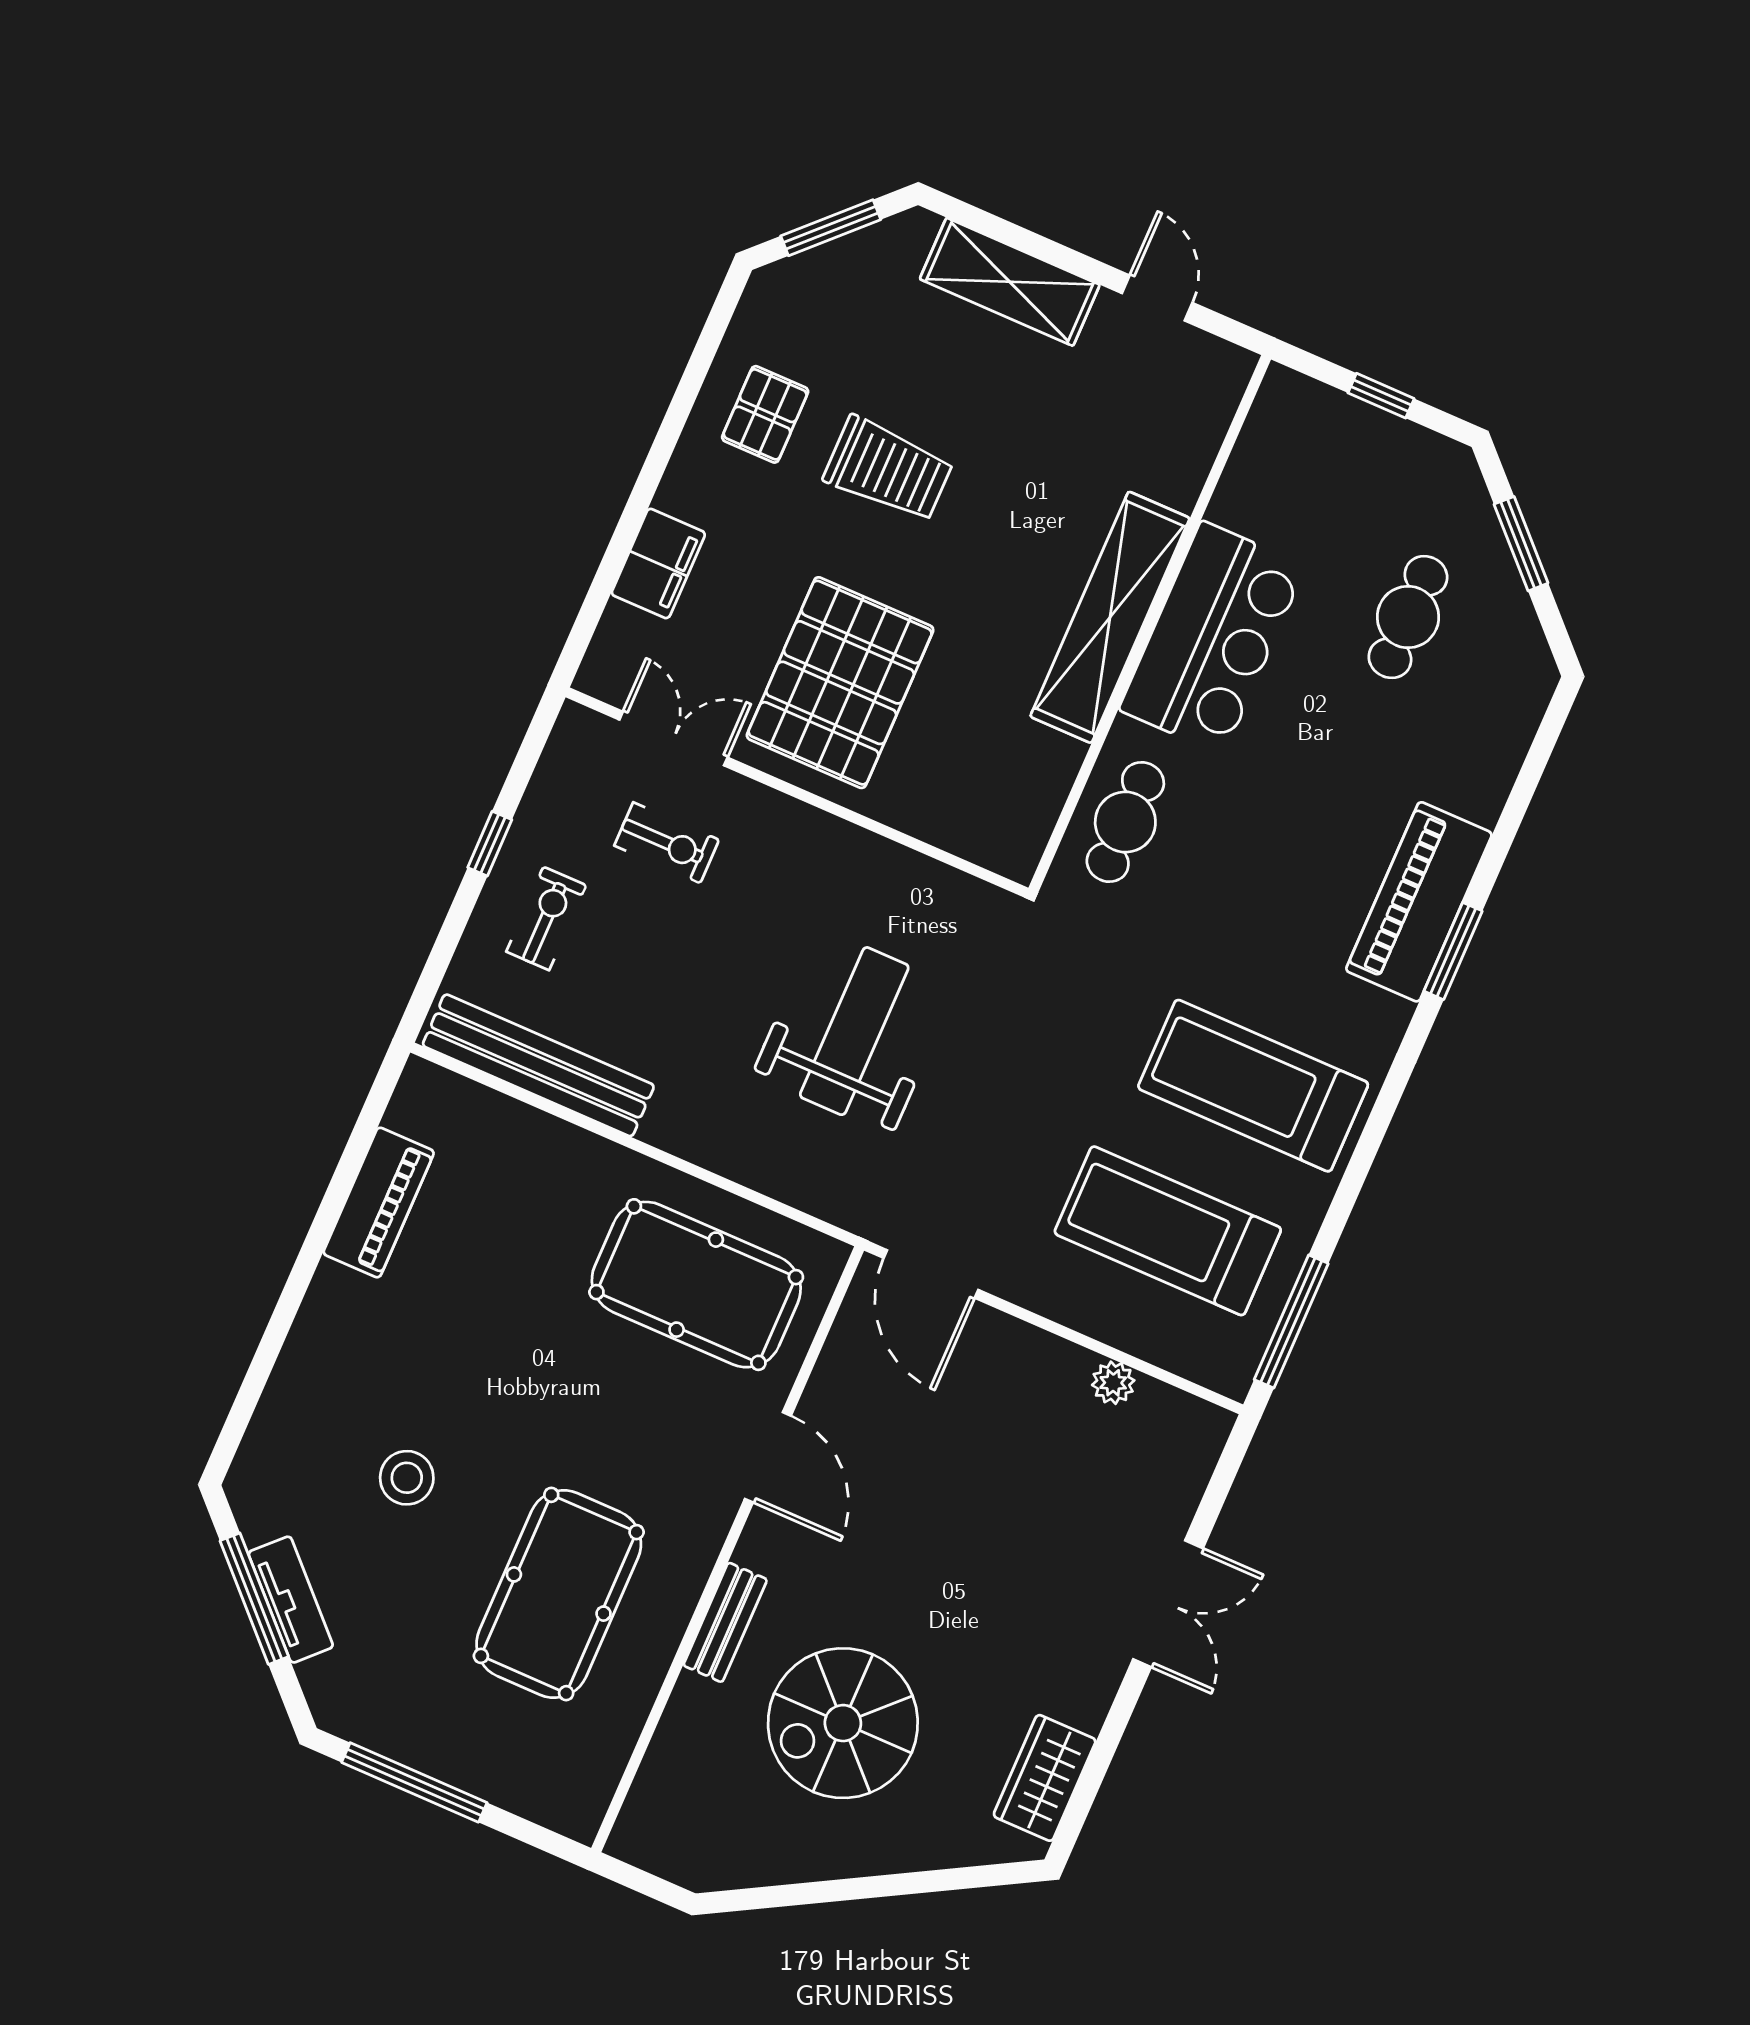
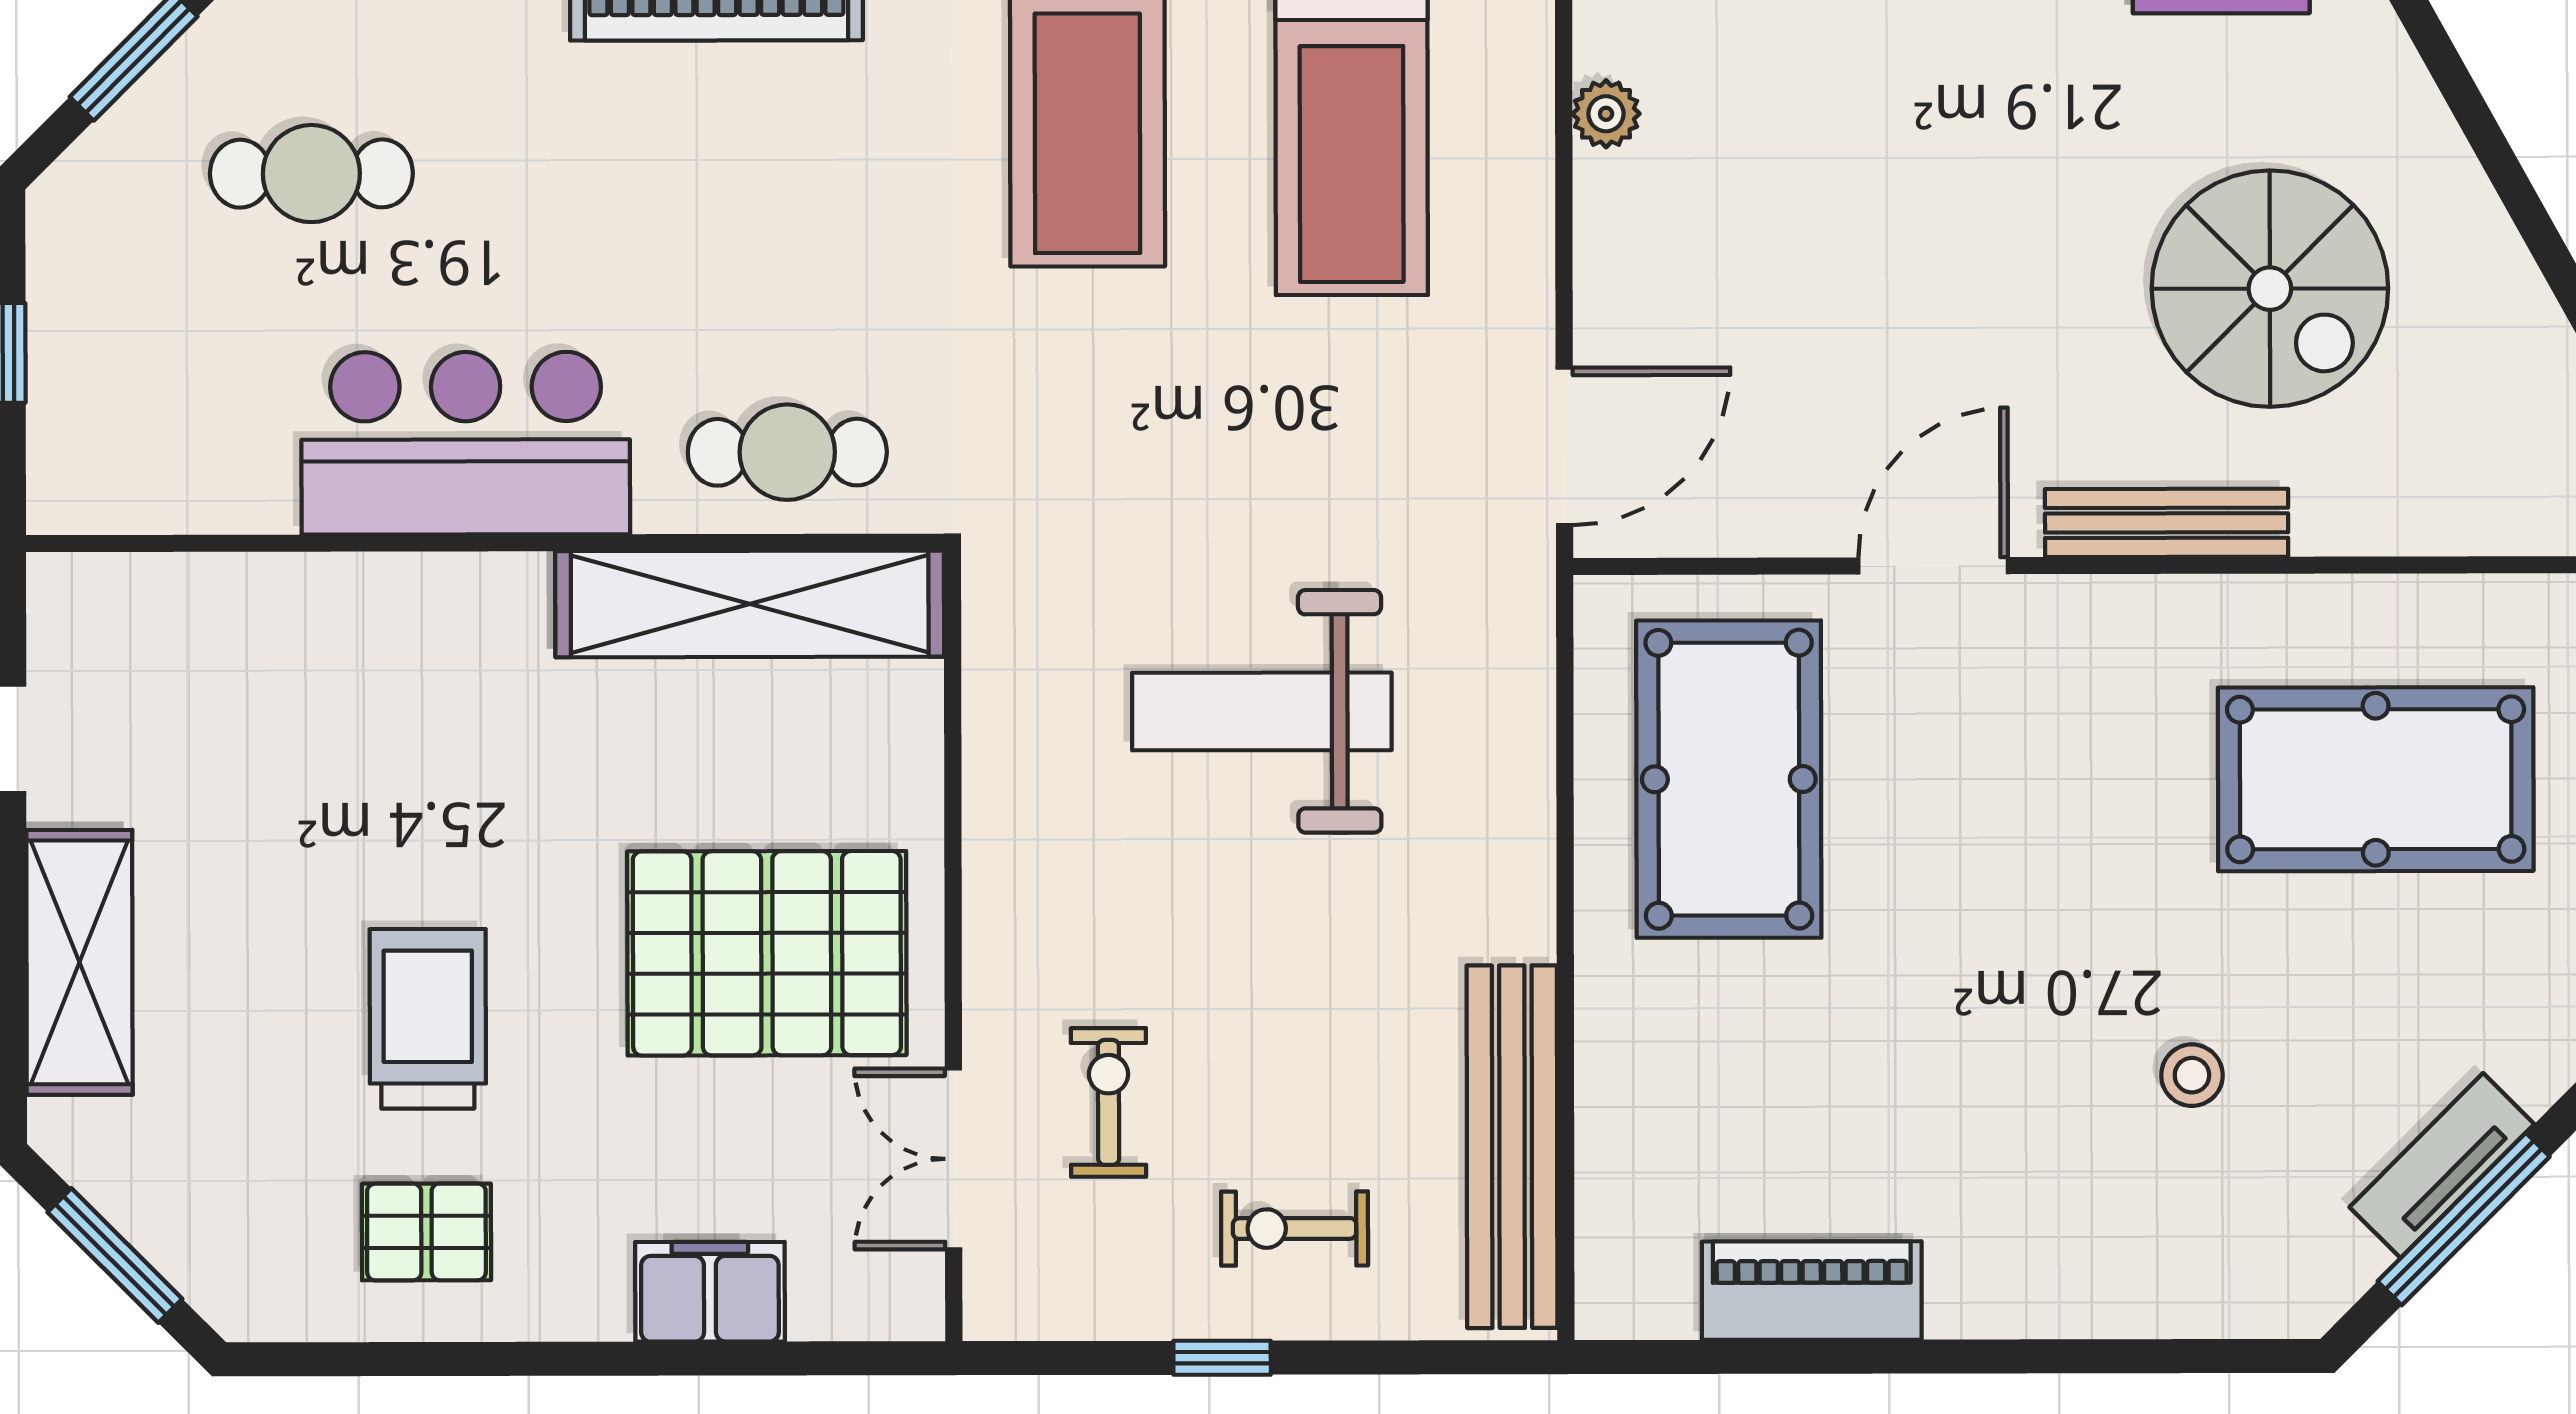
shelving: (1110, 617) -> (750, 604), moved
stool: (407, 1478) -> (2192, 1075), width x0.73, depth x0.73
pool table: (559, 1594) -> (2376, 779), moved
bench: (725, 1622) -> (2167, 523), width x1.36

